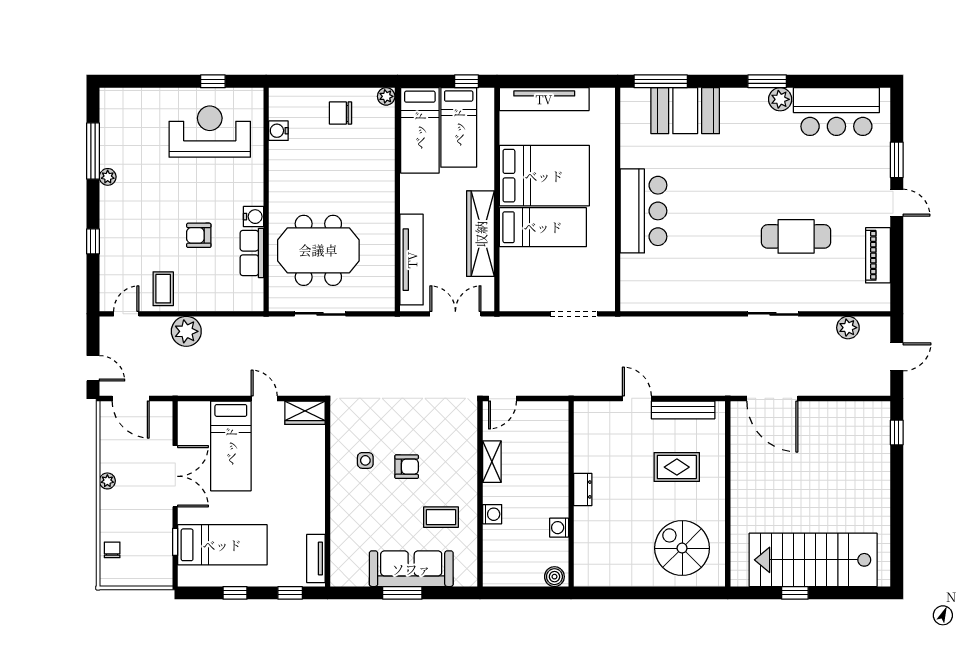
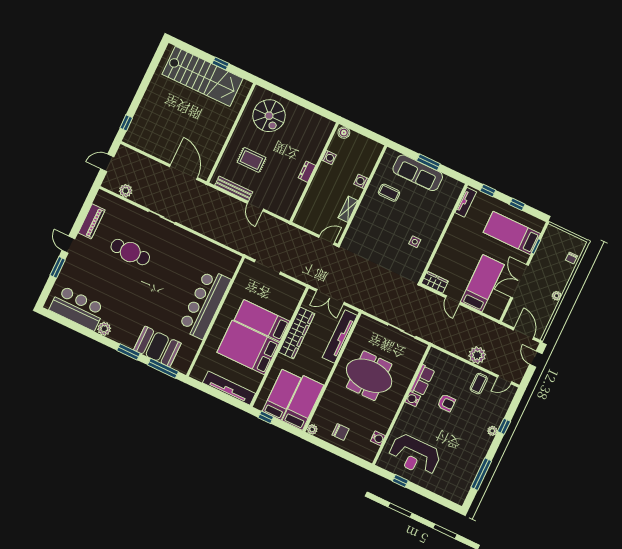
window: (767, 81) -> (128, 352), moved
plant: (108, 177) -> (492, 431), moved
bar counter: (643, 211) -> (205, 304), width x1.36
meeting table: (318, 250) -> (369, 376), moved
armchair: (407, 467) -> (394, 228), removed

